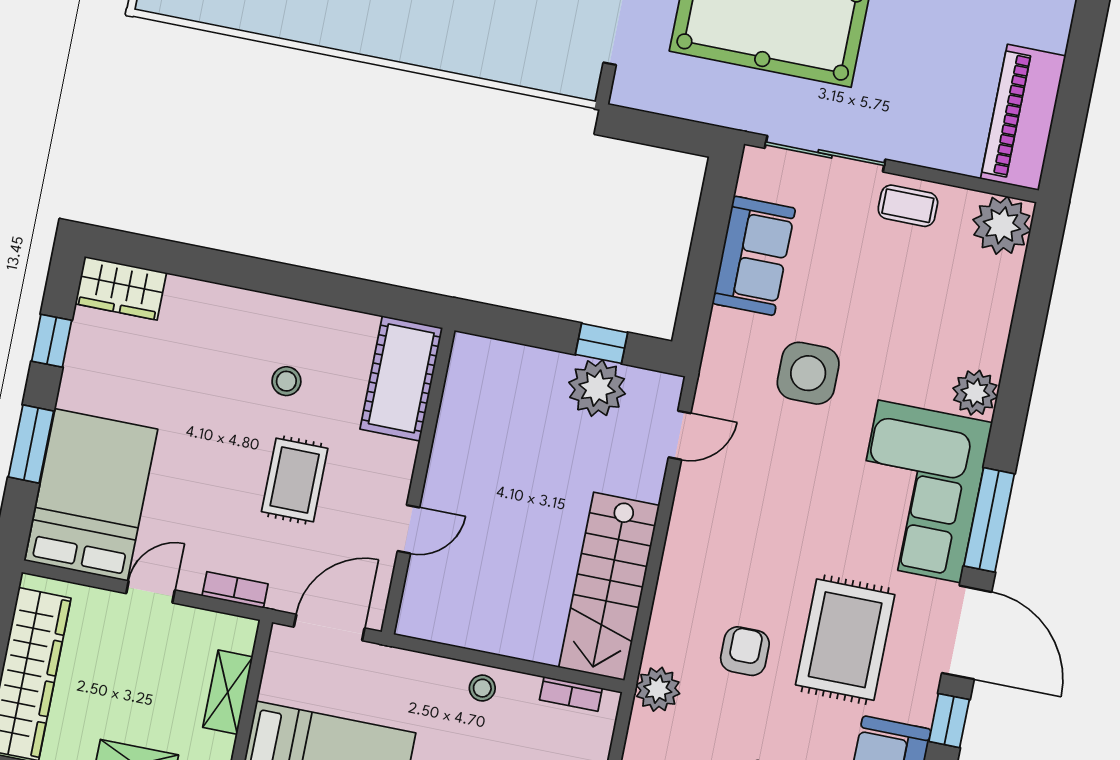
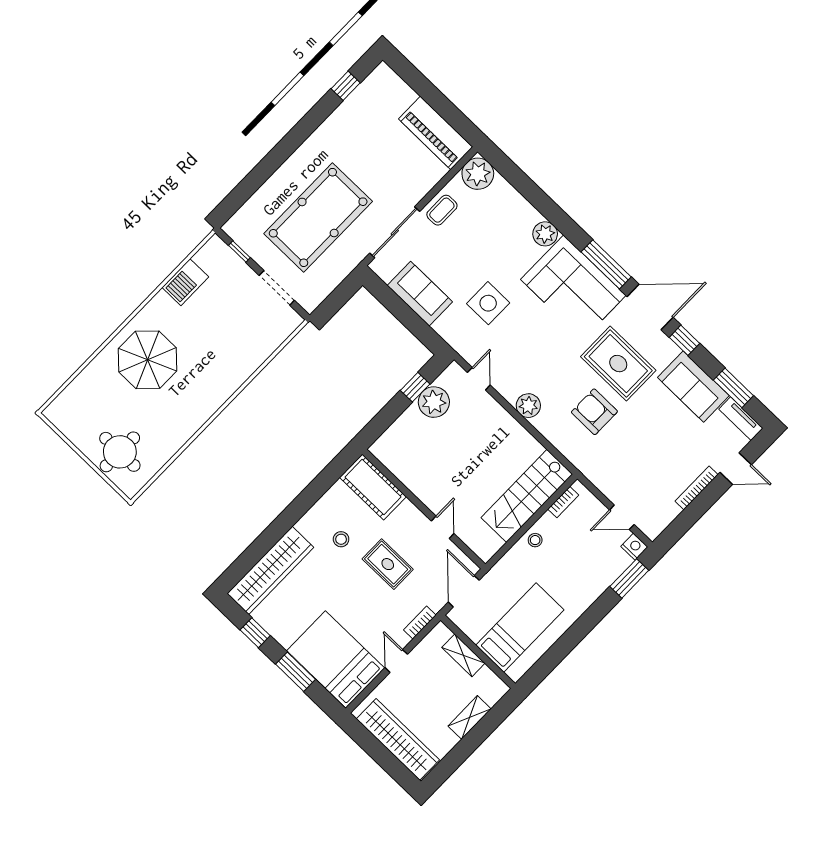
wardrobe: (121, 288) -> (270, 570), width x2.10, depth x1.17
stairs: (609, 586) -> (527, 496), moved, turned 90
armchair: (745, 651) -> (594, 412), width x1.38, depth x1.38
plant: (658, 689) -> (528, 406), moved

